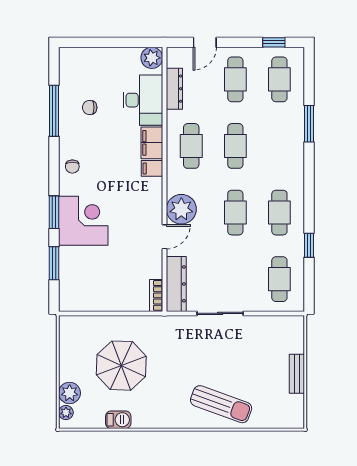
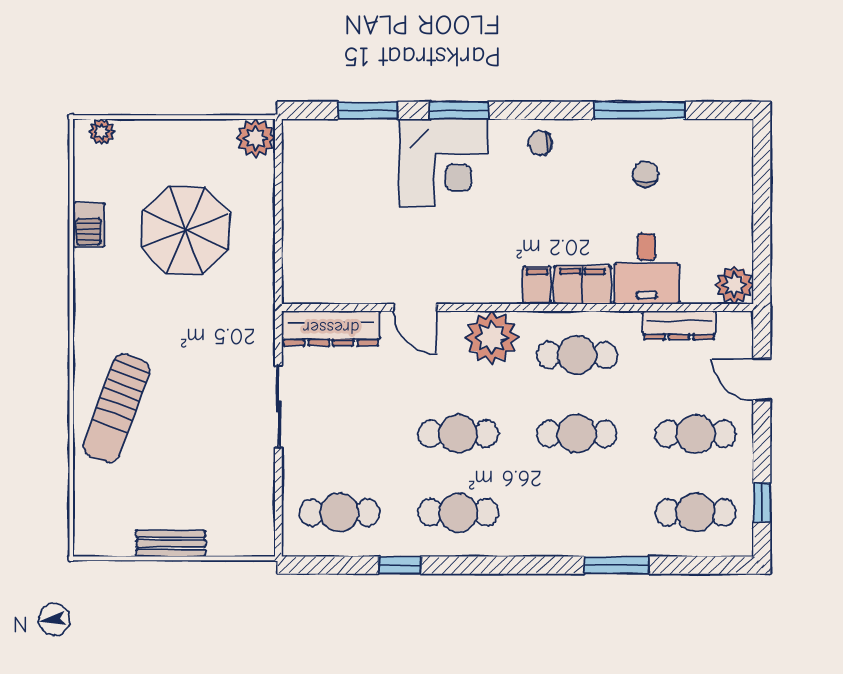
desk: (143, 100) -> (647, 269), width x0.73
plant: (181, 209) -> (492, 337), moved
bookcase: (156, 295) -> (310, 293), removed
plant: (70, 393) -> (256, 138), moved

